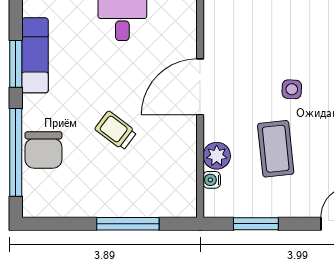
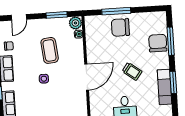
trolley: (116, 131) -> (132, 71), moved
window: (16, 152) -> (171, 41), width x0.68
plant: (217, 156) -> (75, 23), moved
chair: (121, 188) -> (120, 27), added

